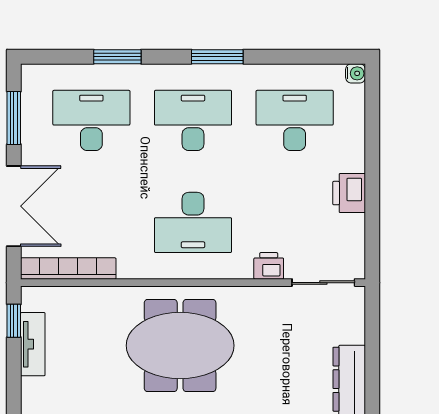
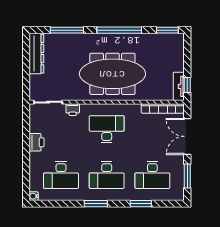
tv unit: (33, 344) -> (179, 86), moved
meeting table: (180, 346) -> (112, 74), width x1.36

